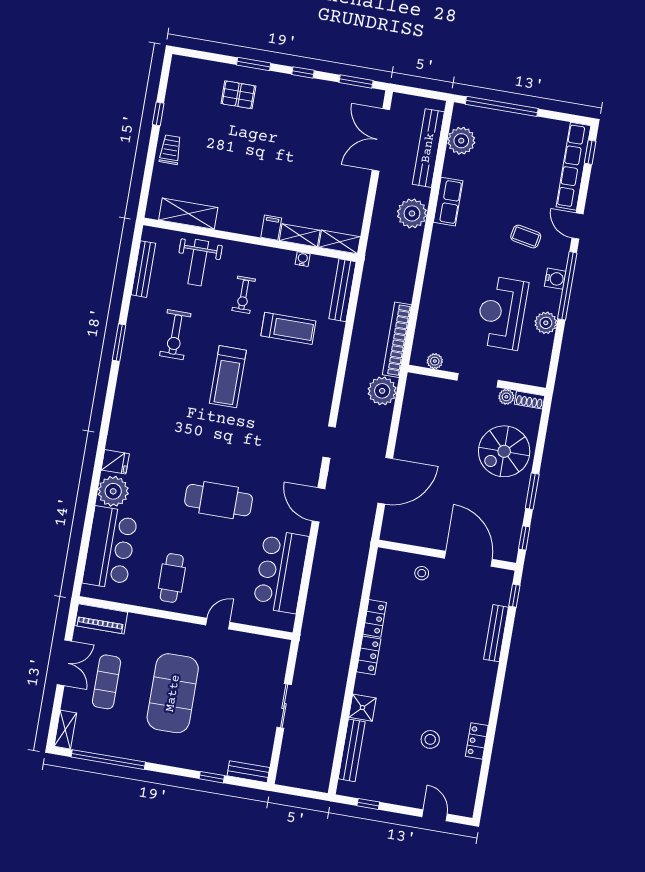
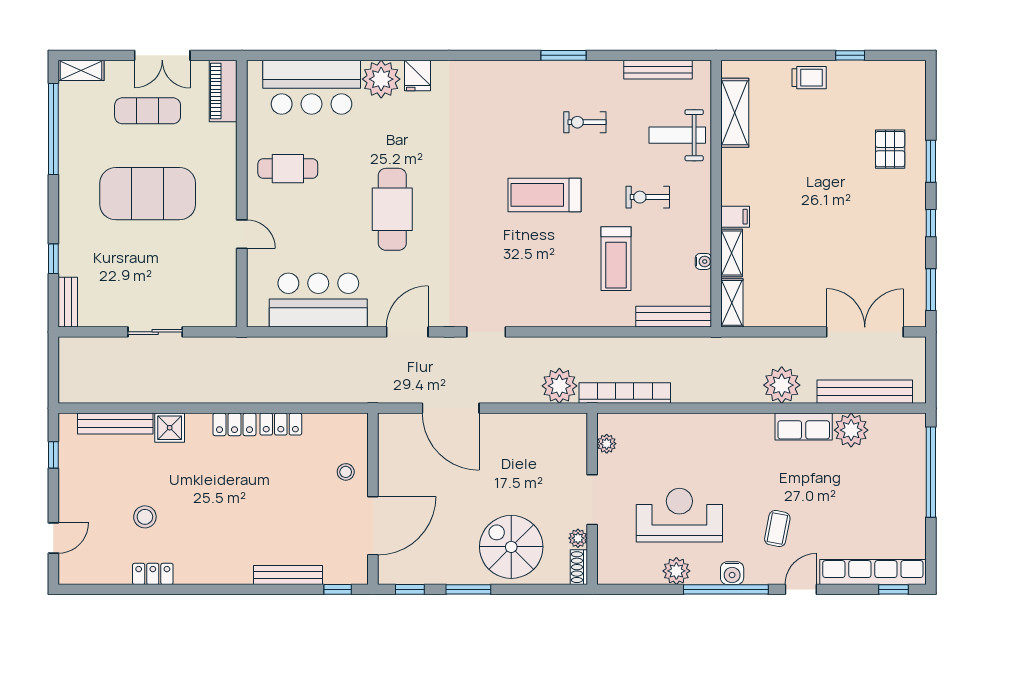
plant: (461, 141) -> (851, 430), moved
exercise bike: (175, 335) -> (585, 122), width x0.73, depth x0.72

